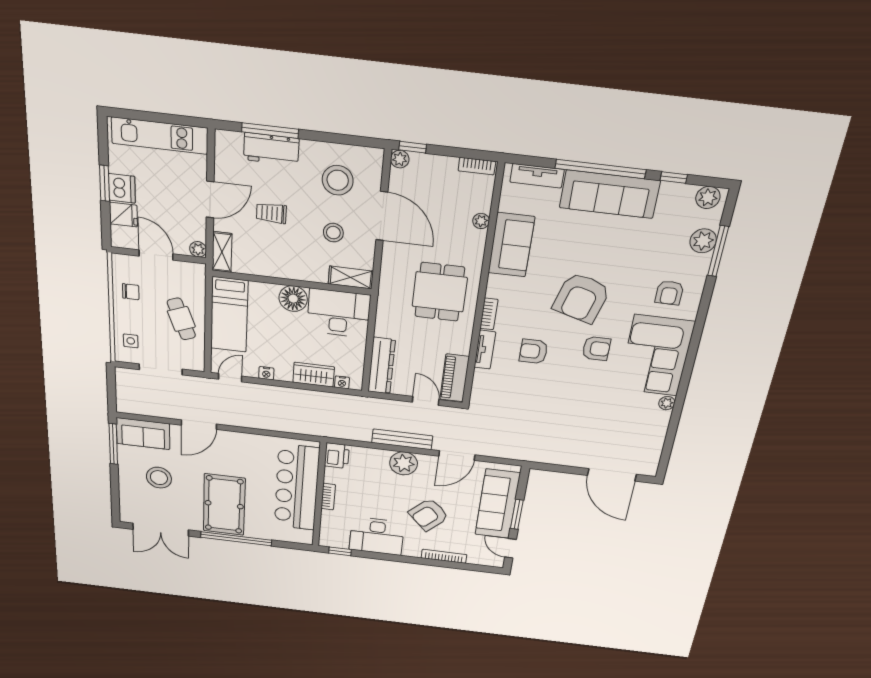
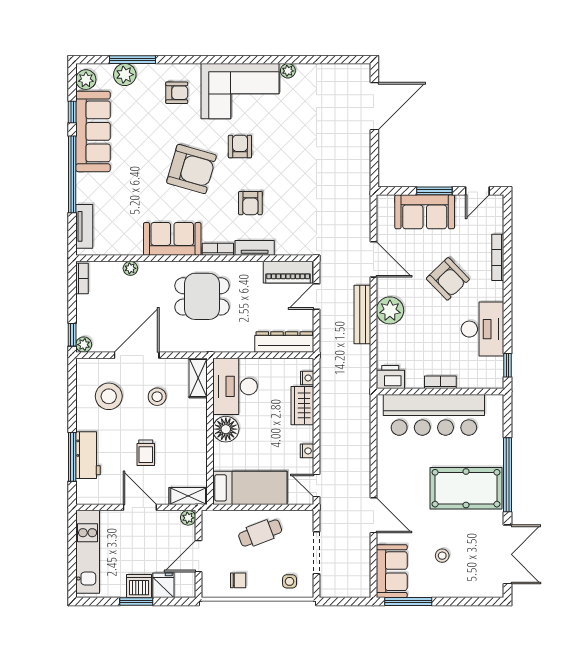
sofa: (610, 194) -> (93, 131), moved
sofa: (511, 245) -> (172, 239), moved
chair: (131, 292) -> (238, 580), turned 90
stool: (159, 478) -> (442, 556), width x0.53, depth x0.53
sofa: (498, 504) -> (425, 212), width x0.73

